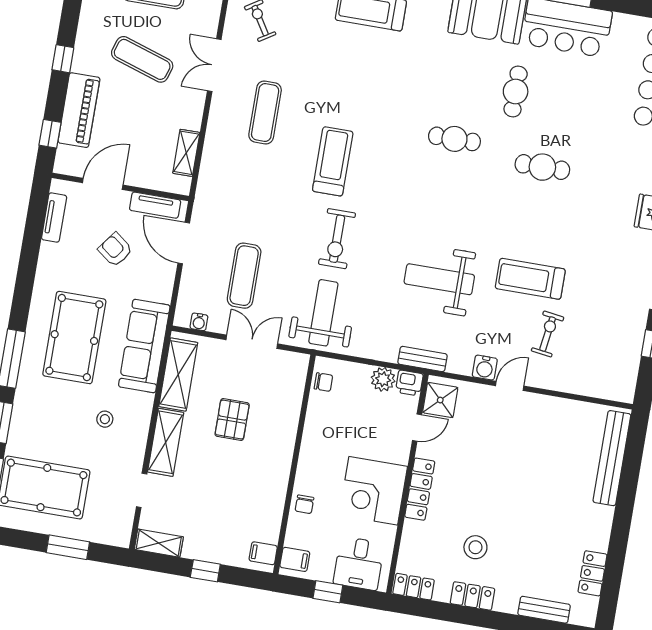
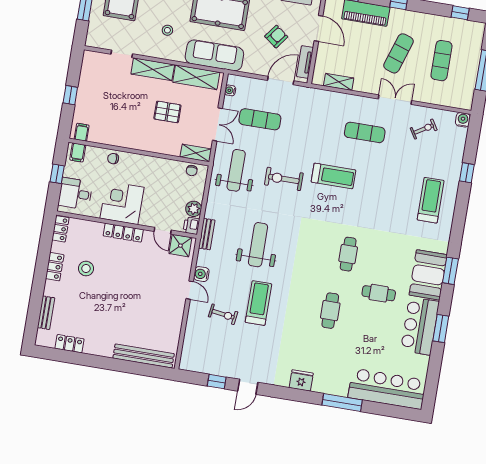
weight bench: (323, 313) -> (236, 170), turned -90
shelving: (159, 543) -> (196, 153), moved, turned 90

